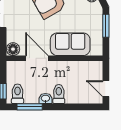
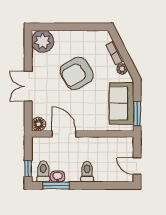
window: (106, 26) -> (137, 113), moved
sofa: (70, 44) -> (122, 103), moved, turned -90
washbasin: (45, 99) -> (58, 177), moved

